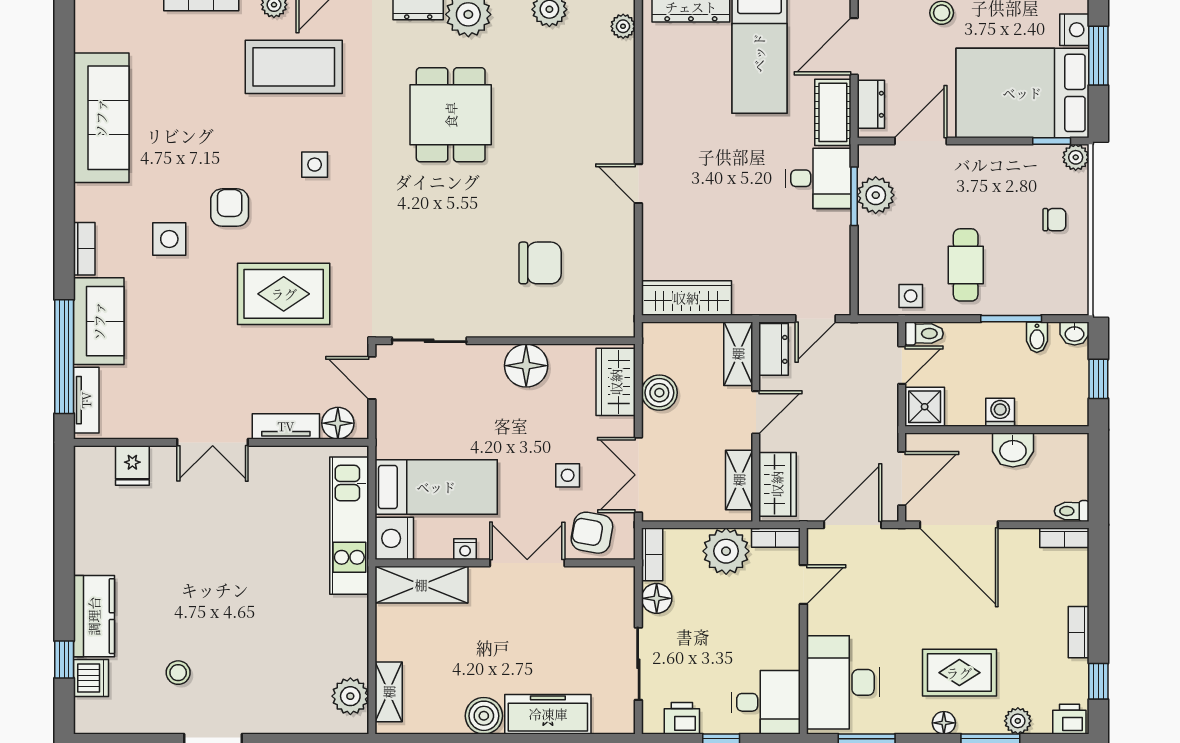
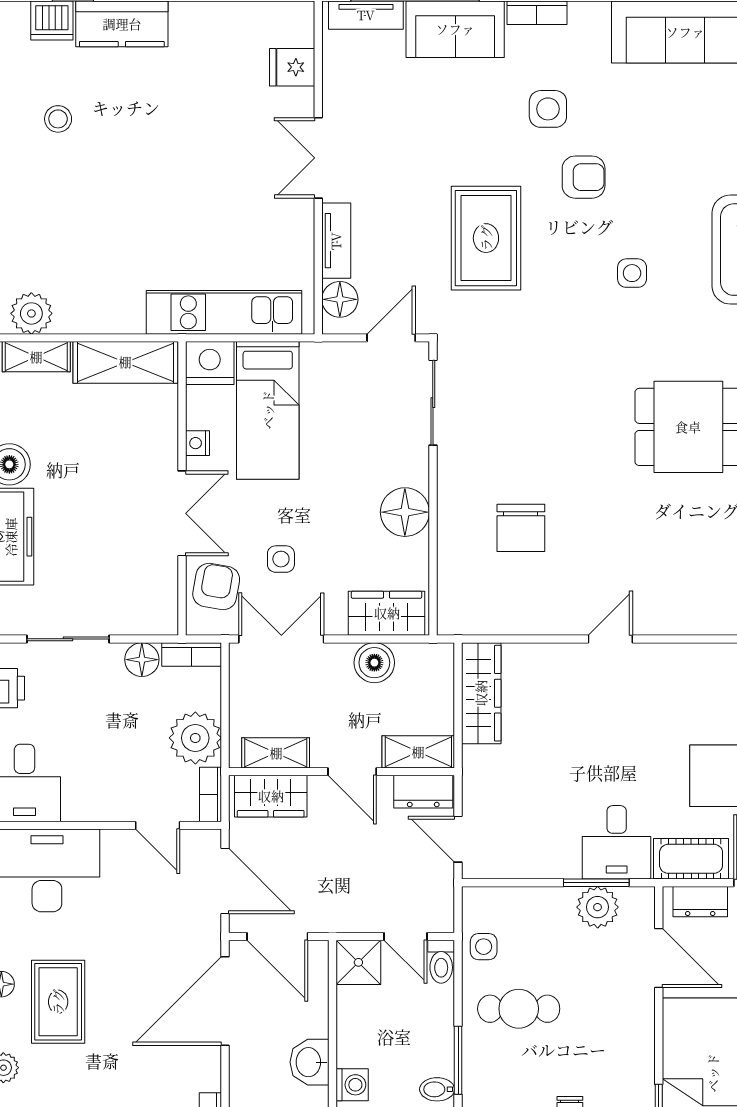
washing machine: (1000, 412) -> (352, 1085), moved
shelving: (421, 585) -> (125, 362), moved, turned 90

